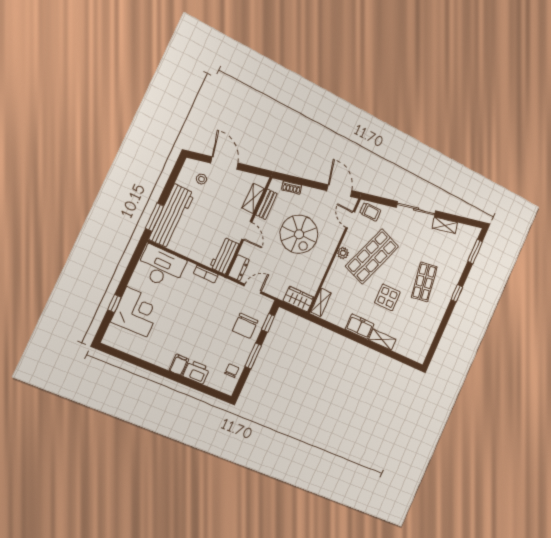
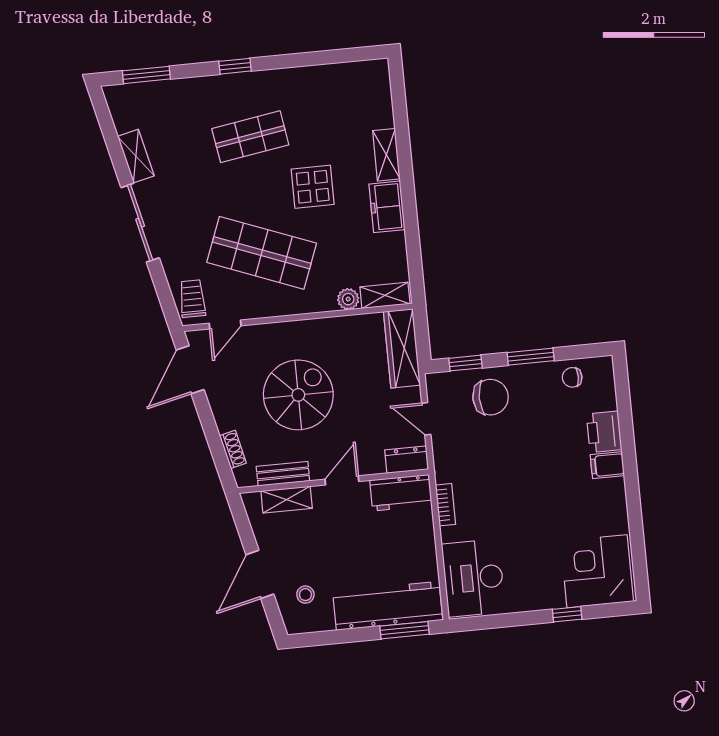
plant: (343, 253) -> (348, 299), moved
wardrobe: (299, 299) -> (402, 348), width x1.50
corner desk: (137, 312) -> (597, 571), moved

